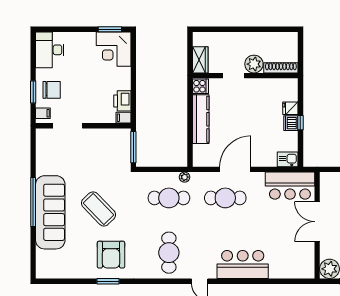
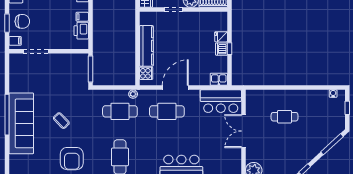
cooker: (200, 86) -> (146, 73), moved
filing cabinet: (124, 118) -> (82, 17), moved
coffee table: (98, 209) -> (61, 121), width x0.54, depth x0.58

